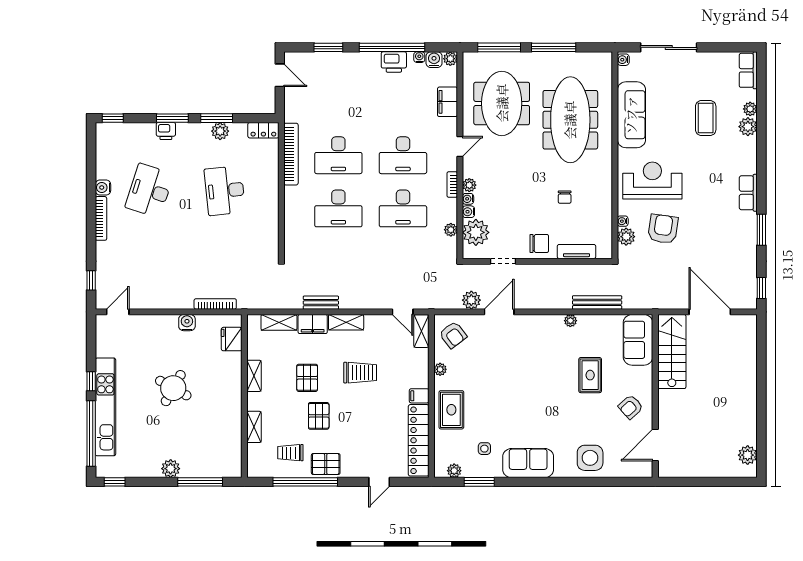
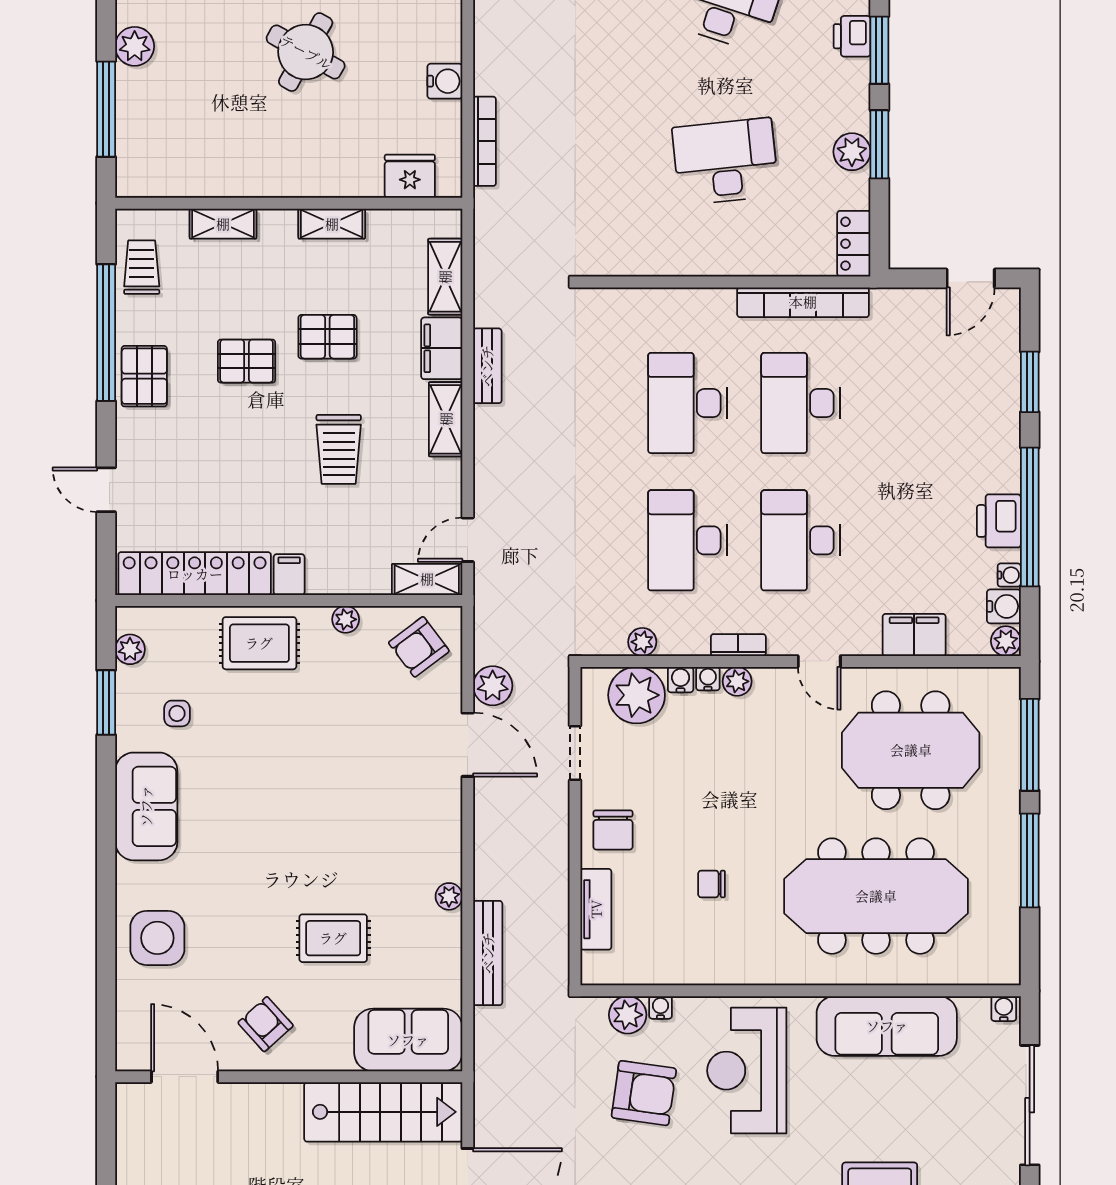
reception desk: (652, 181) -> (747, 1071), turned 180
trolley: (290, 453) -> (142, 267), moved

